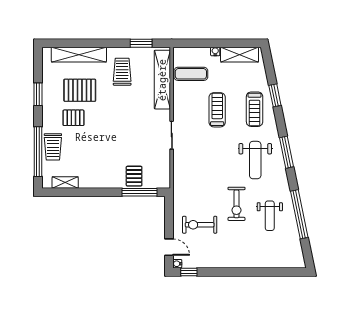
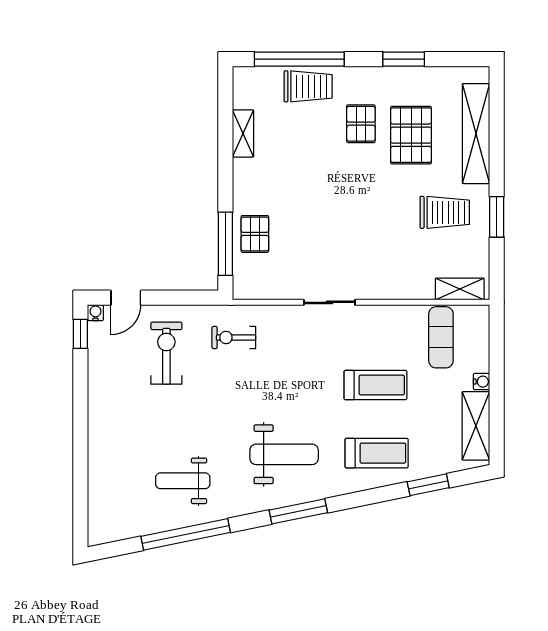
window: (141, 43) -> (497, 217), moved
shelving: (162, 80) -> (460, 289), width x0.45, depth x0.75
window: (275, 95) -> (428, 485), moved
treadmill: (255, 109) -> (377, 453), turned 180
trolley: (53, 147) -> (308, 86), turned 180
weight bench: (255, 160) -> (284, 454), turned 180
pallet: (134, 176) -> (255, 234), turned 90
shelving: (65, 183) -> (243, 133), moved
exercise bike: (236, 204) -> (234, 338), moved, width x0.73, depth x0.72

